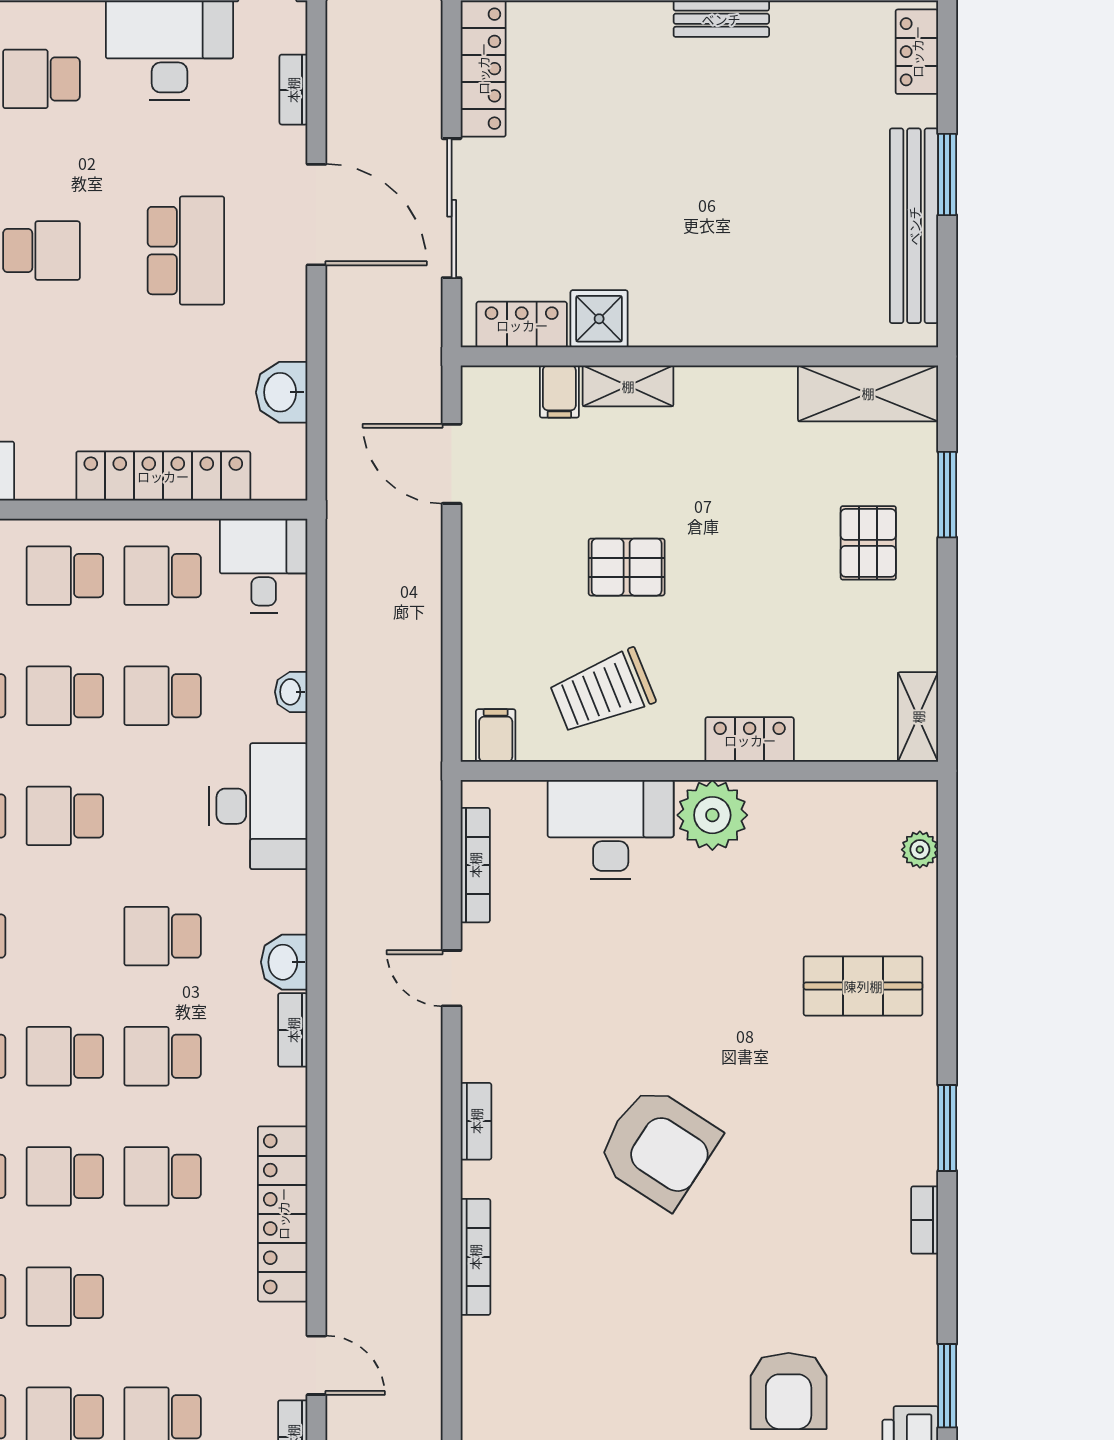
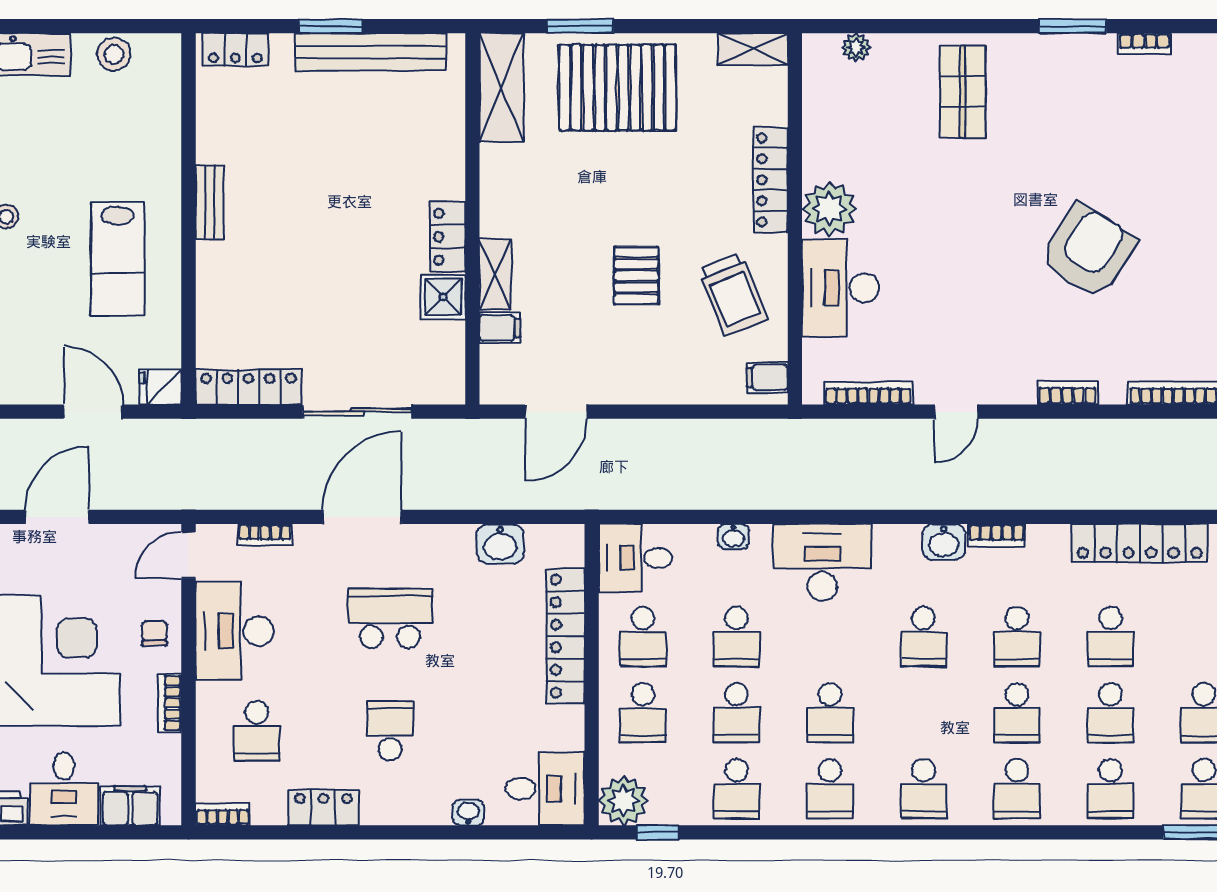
locker: (522, 325) -> (448, 237), moved
pallet: (868, 543) -> (618, 88), width x2.05, depth x2.00
locker: (750, 740) -> (771, 180), width x1.53

